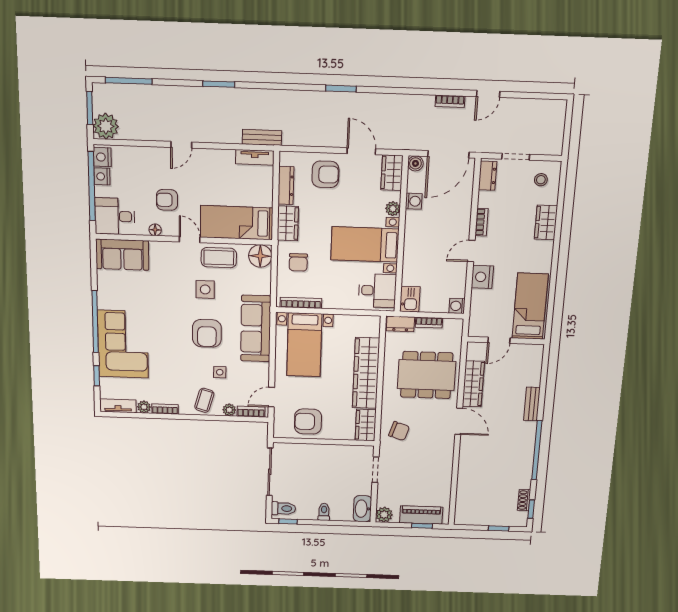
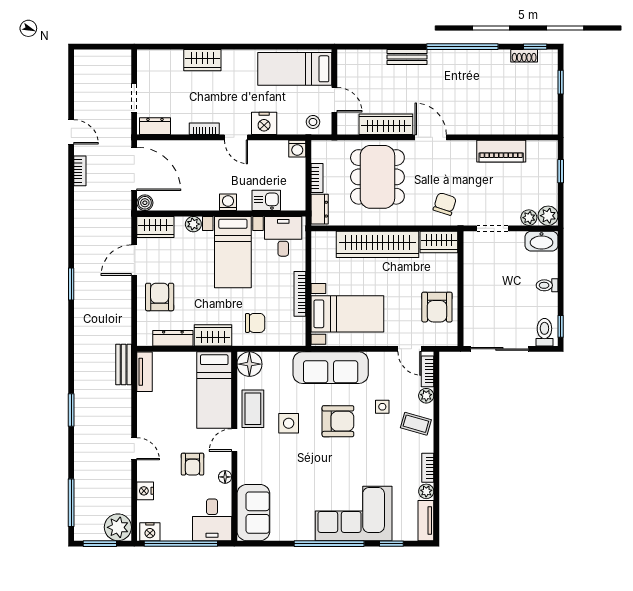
nightstand: (102, 176) -> (145, 491), moved, turned 90
stool: (541, 180) -> (313, 122), moved
washing machine: (414, 201) -> (228, 202), moved
kitchen sink: (410, 299) -> (266, 200), moved
bookcase: (301, 303) -> (300, 294), moved
door: (459, 421) -> (431, 137), hinge flipped
plant: (383, 499) -> (529, 218), added
piano: (421, 515) -> (501, 151), moved, turned -90

